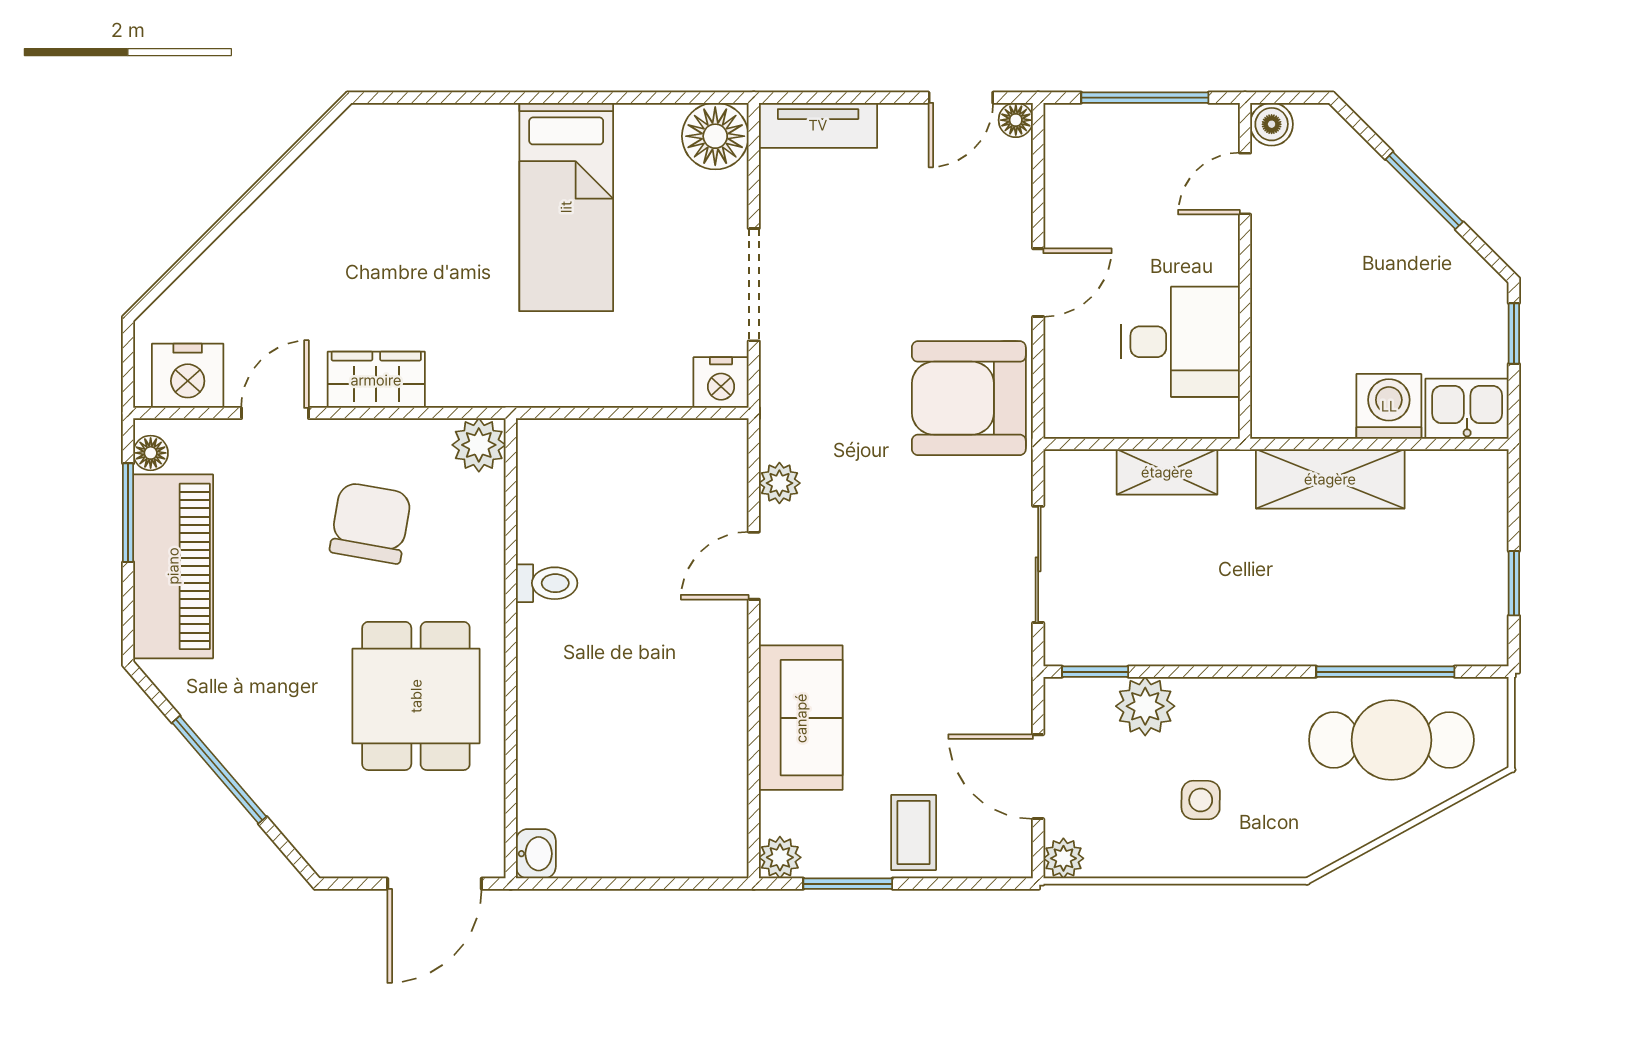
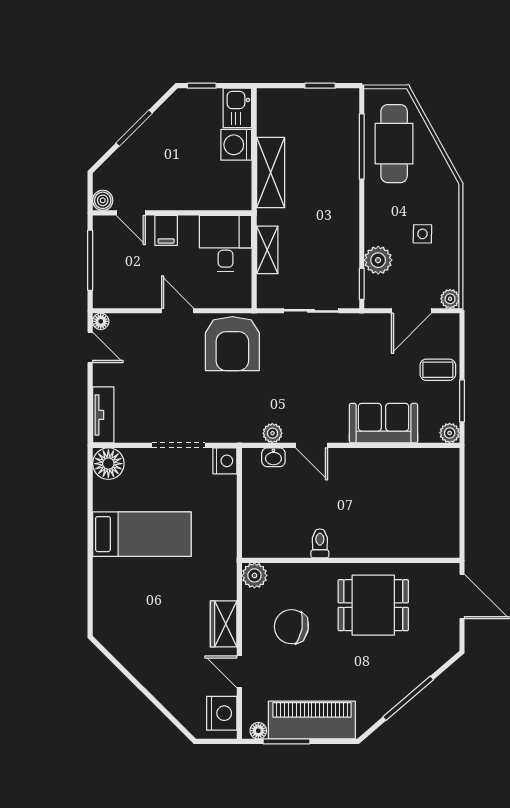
filing cabinet: (1208, 258) -> (166, 230), added
desk: (1180, 342) -> (226, 243), moved
washbasin: (536, 854) -> (273, 457), moved, turned 180

